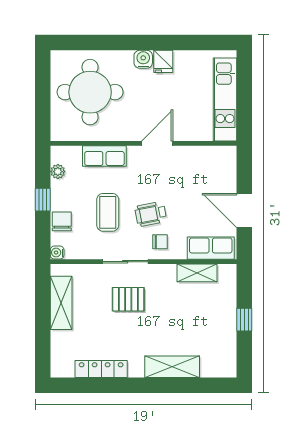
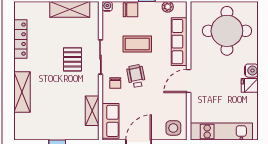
door: (157, 143) -> (189, 81), swing flipped
row of seats: (104, 156) -> (179, 42), width x1.48
side table: (220, 164) -> (173, 128), added

